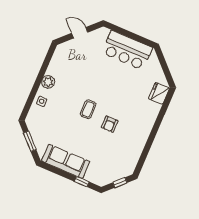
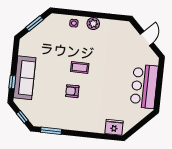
window: (143, 158) -> (51, 131), added
sofa: (66, 161) -> (25, 78), moved

